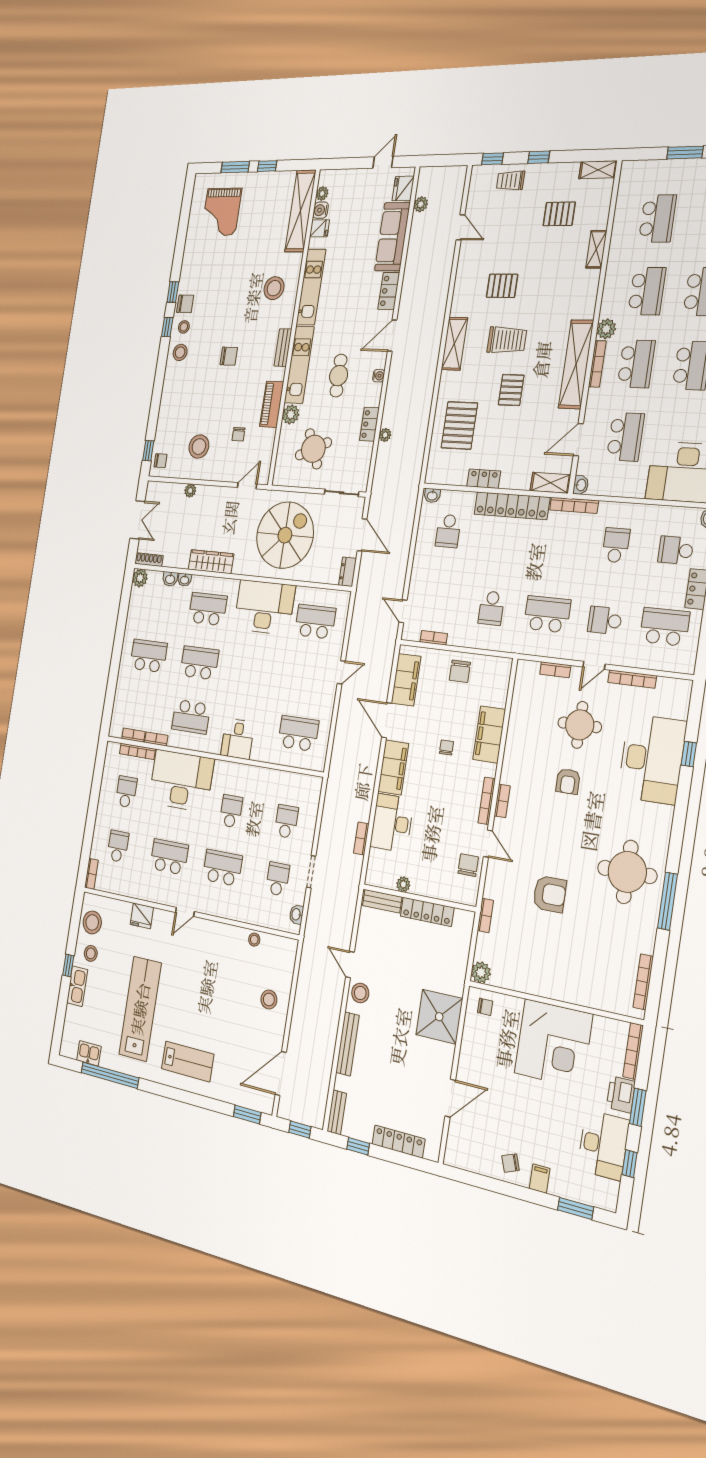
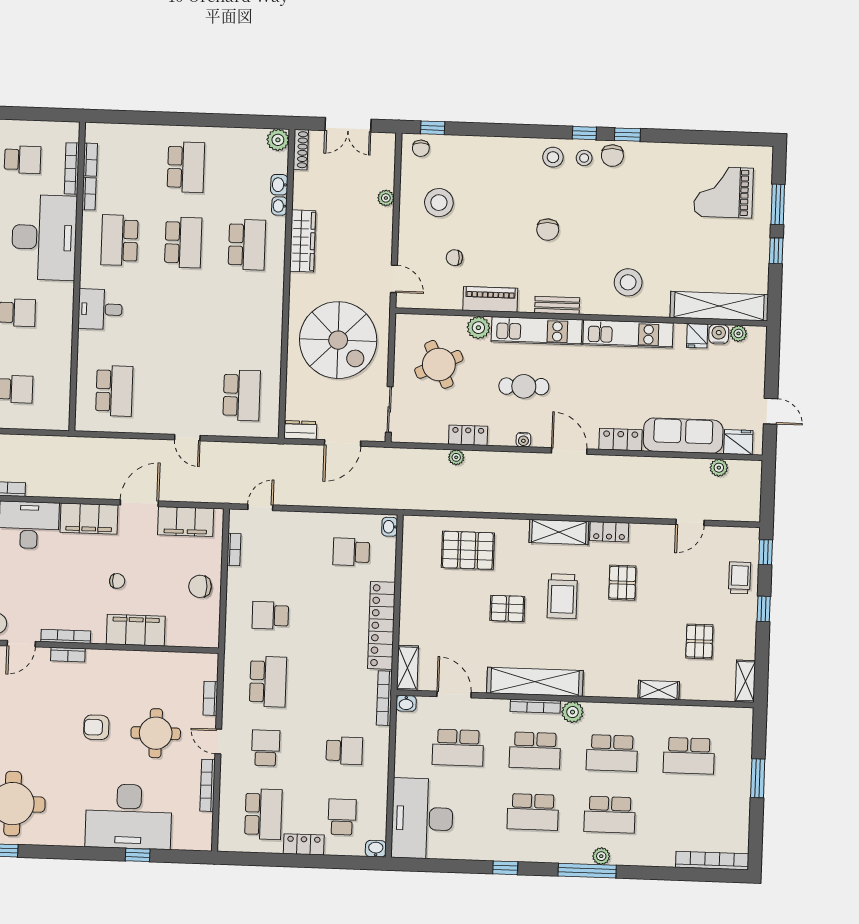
locker: (484, 479) -> (609, 532), moved, turned 90
desk: (264, 607) -> (254, 324), removed

